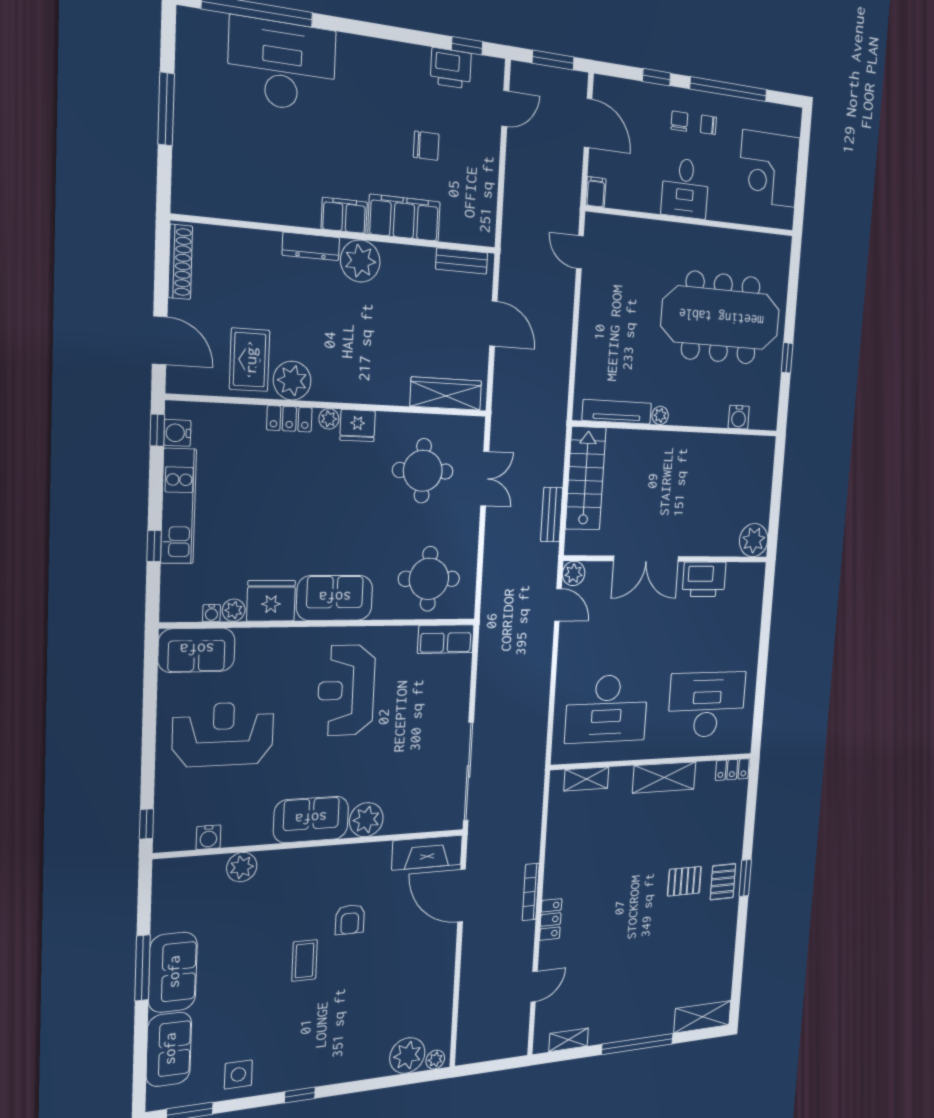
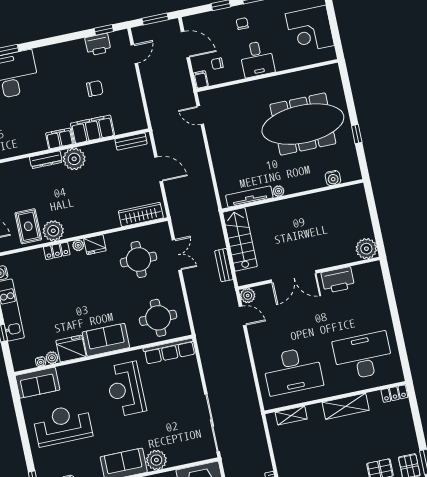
chair: (708, 125) -> (217, 64), moved
row of seats: (446, 639) -> (169, 351), width x1.48

